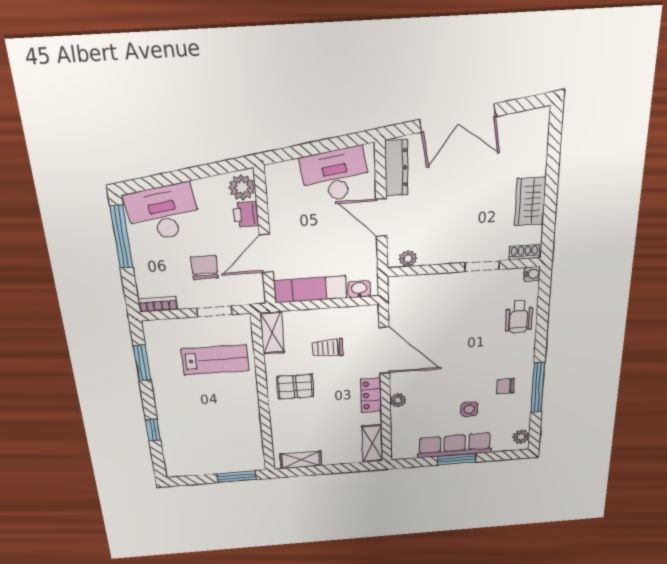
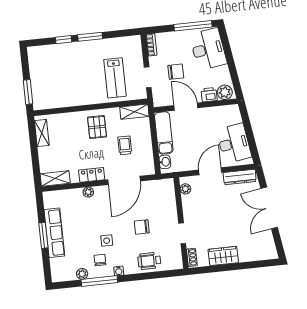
water cooler: (532, 274) -> (119, 271), moved
chair: (463, 326) -> (142, 227), added
window: (142, 363) -> (90, 37), moved
side table: (469, 409) -> (107, 241), moved
plant: (521, 437) -> (82, 274), moved

